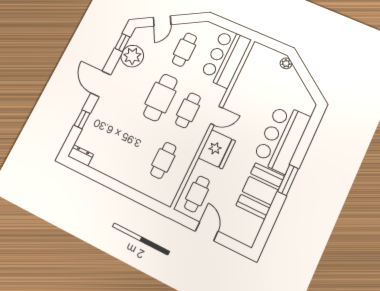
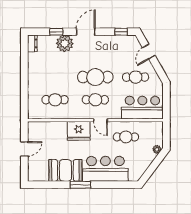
door: (162, 21) -> (149, 52), hinge flipped
plant: (132, 56) -> (65, 43), moved
cafe table: (197, 194) -> (126, 137), moved

